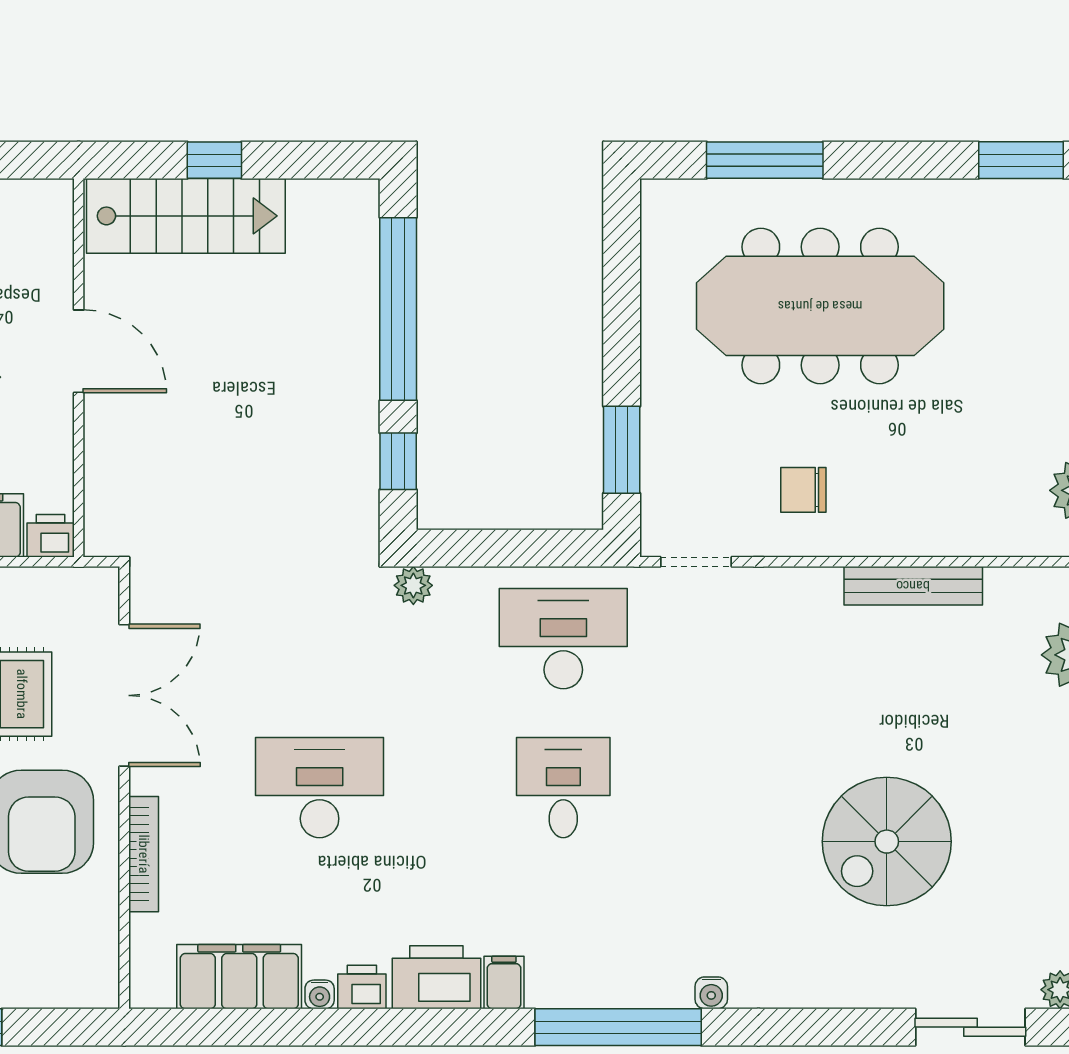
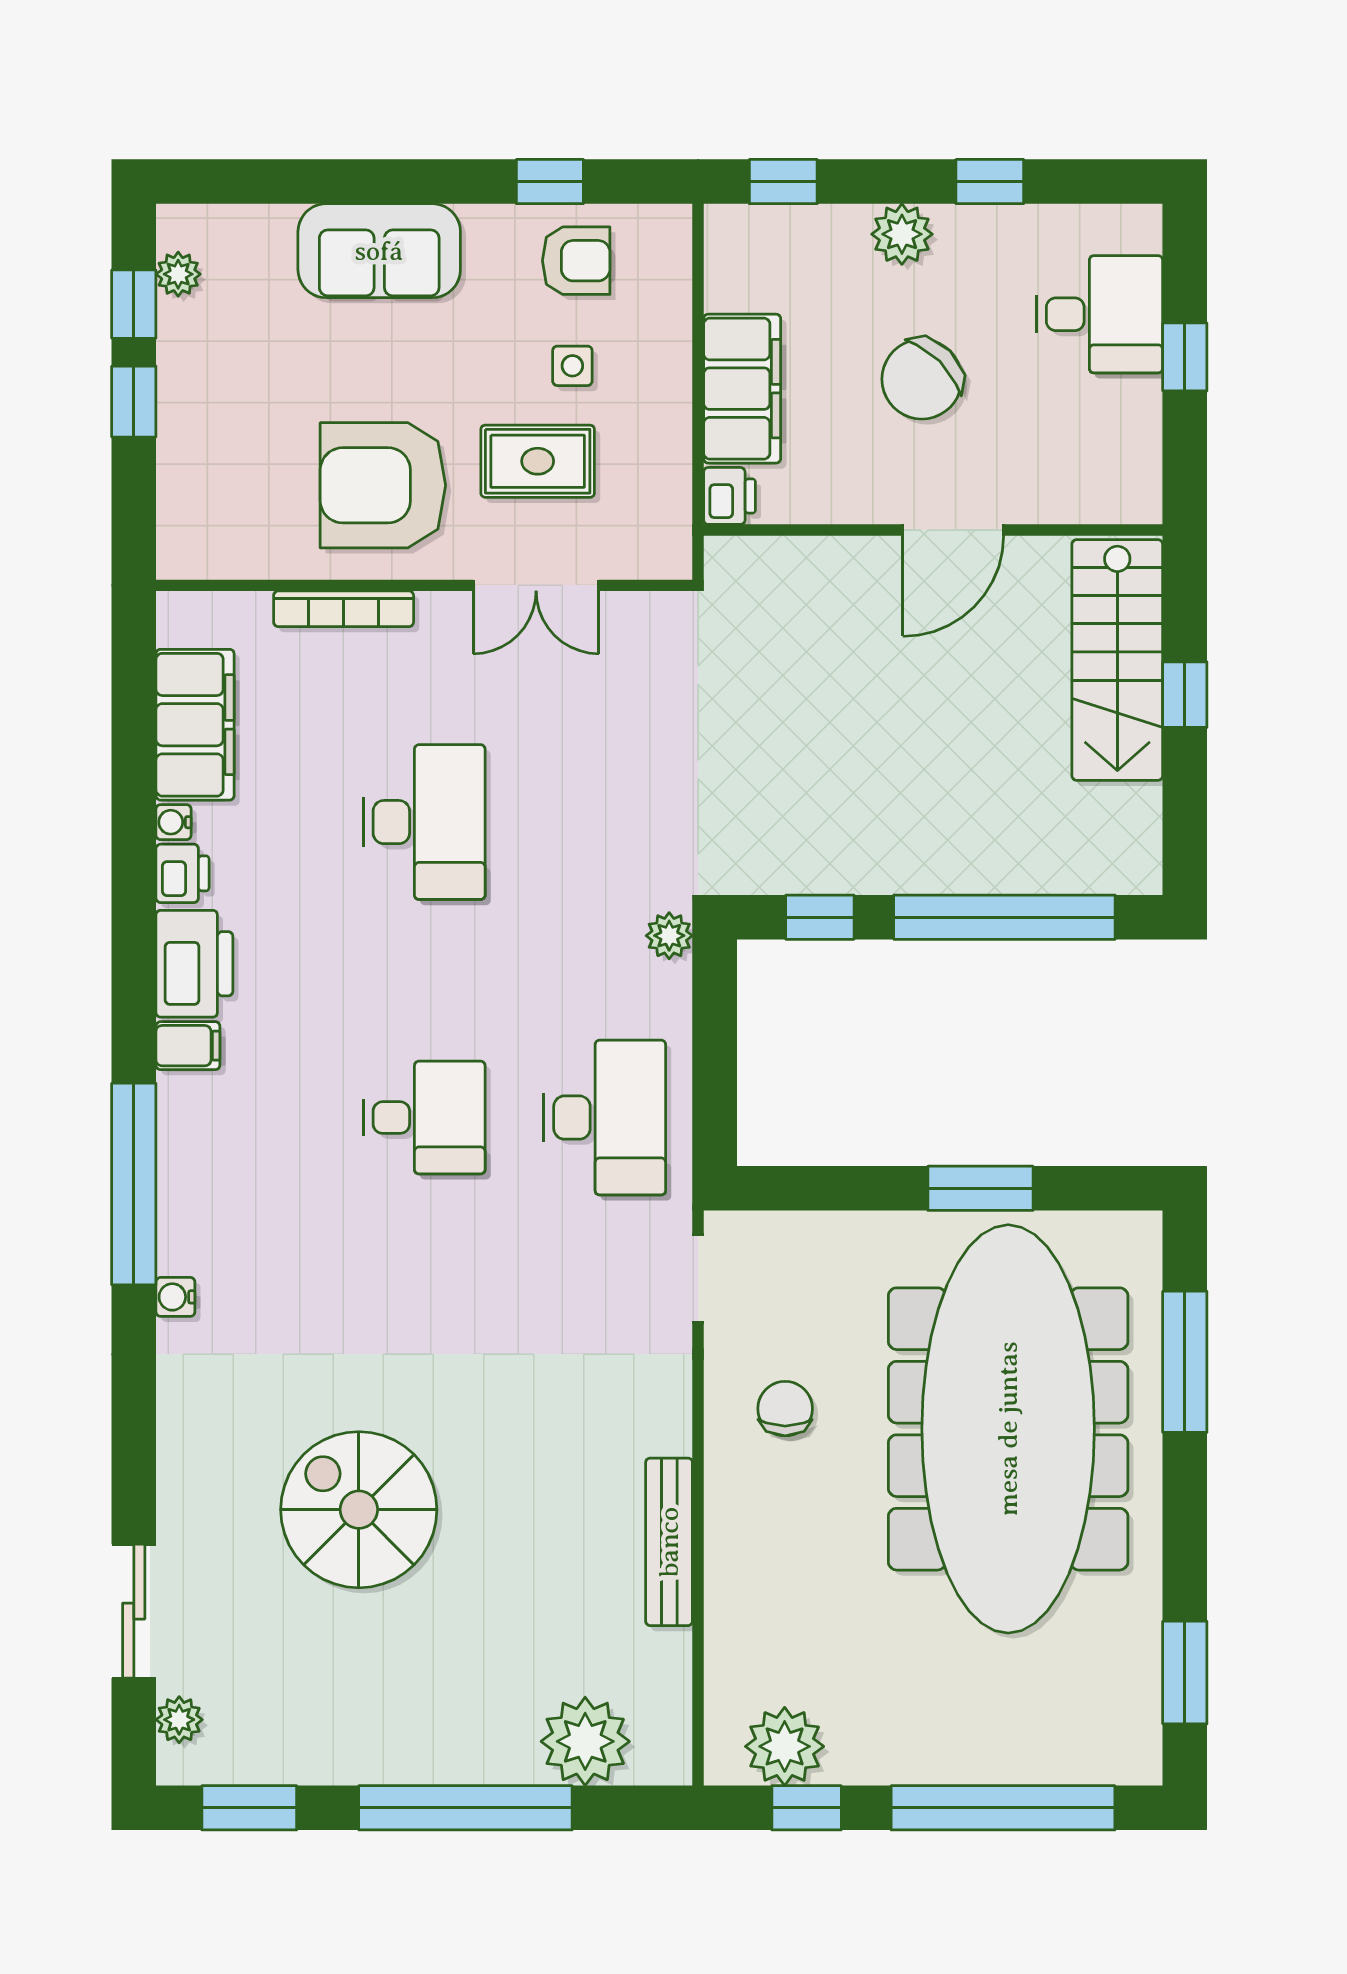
meeting table: (820, 306) -> (1008, 1429), width x1.36, depth x1.27
window: (622, 450) -> (980, 1188), moved
double door: (124, 695) -> (536, 585), width x0.73

